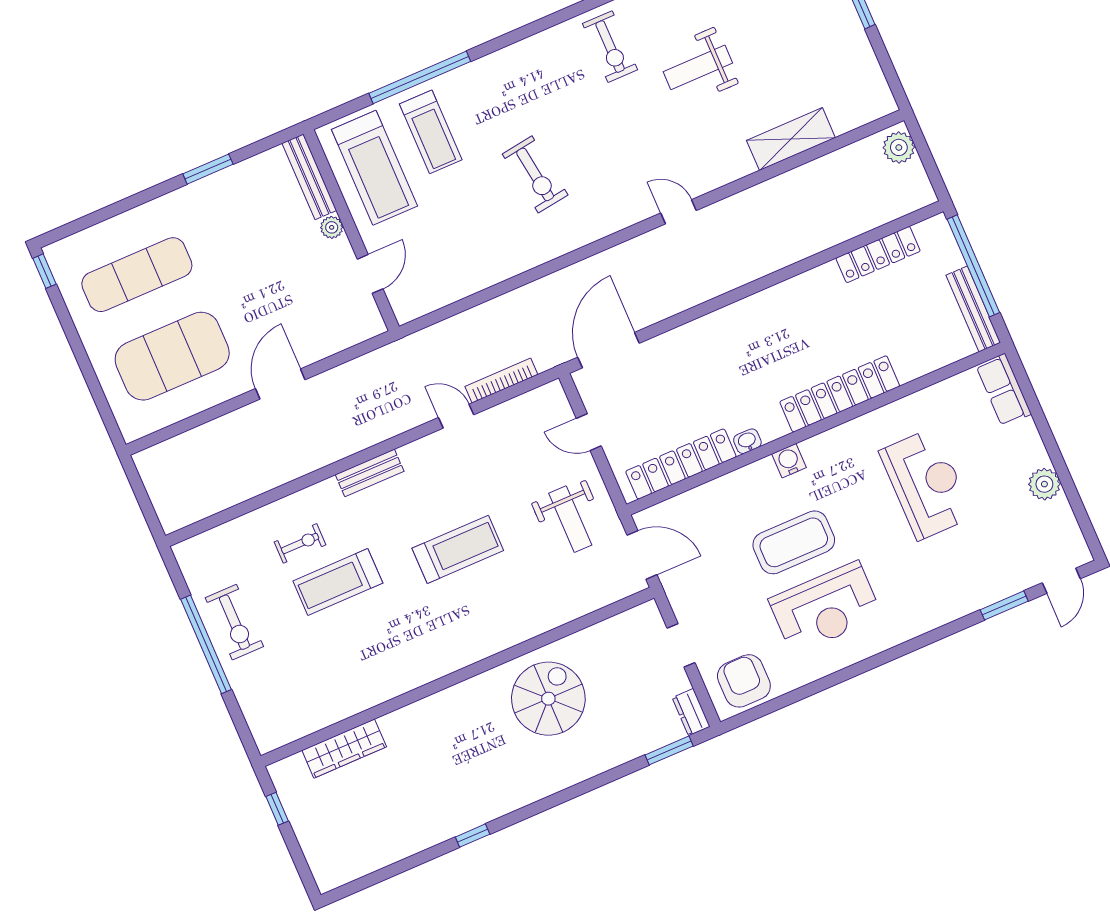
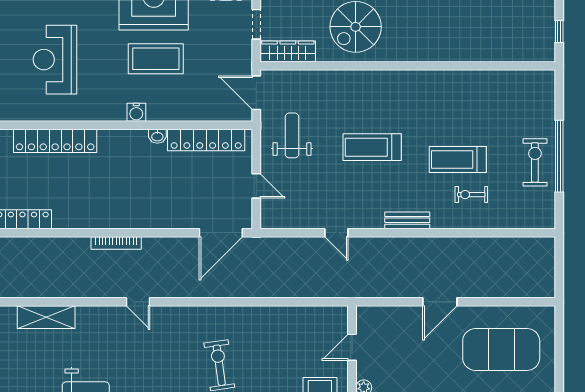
bookcase: (501, 381) -> (116, 243), moved
locker: (840, 394) -> (55, 141), moved
treadmill: (338, 582) -> (458, 159), turned 180
wardrobe: (344, 749) -> (288, 51), moved

